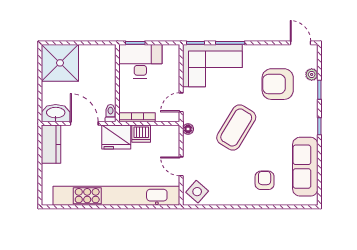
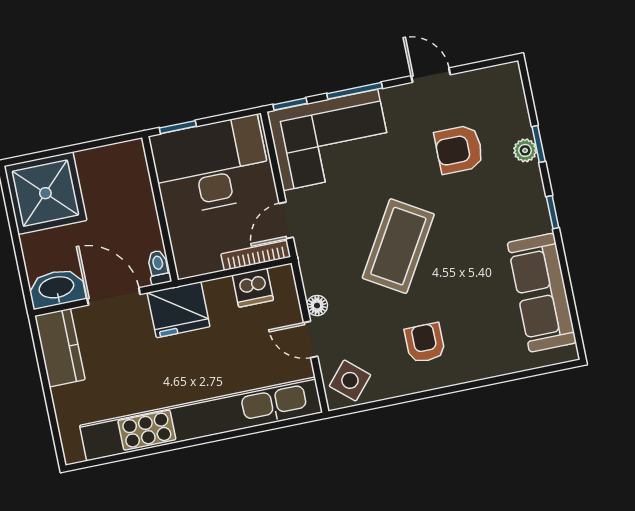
door: (300, 43) -> (431, 75), moved
desk: (140, 61) -> (211, 166), width x1.36, depth x1.30
plant: (312, 74) -> (525, 150), moved
armchair: (278, 84) -> (459, 149), width x0.73, depth x0.73
bookcase: (137, 117) -> (256, 255), moved
floor lamp: (188, 129) -> (317, 306), moved
dishwasher: (141, 134) -> (253, 288), moved
armchair: (265, 180) -> (425, 343), moved

